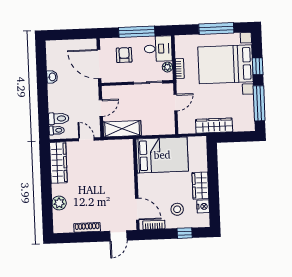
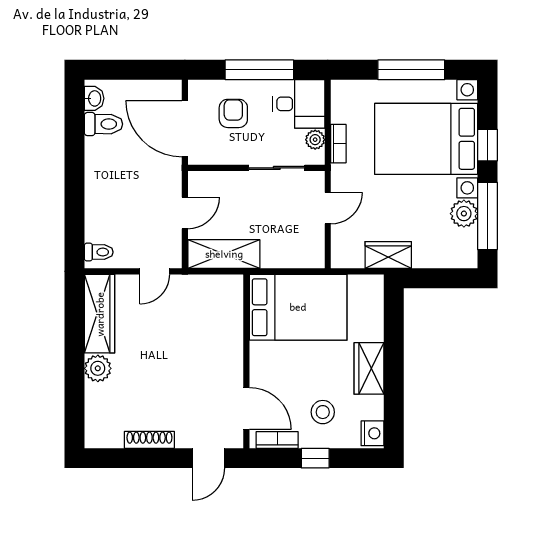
washbasin: (52, 77) -> (94, 98), moved
plant: (247, 103) -> (464, 214), added
toilet: (59, 119) -> (103, 124), moved
wardrobe: (214, 126) -> (388, 255), width x0.67
door: (86, 139) -> (155, 271), swing flipped
plant: (59, 203) -> (98, 368), moved
nightstand: (203, 206) -> (372, 433), moved
window: (185, 233) -> (315, 458), moved

